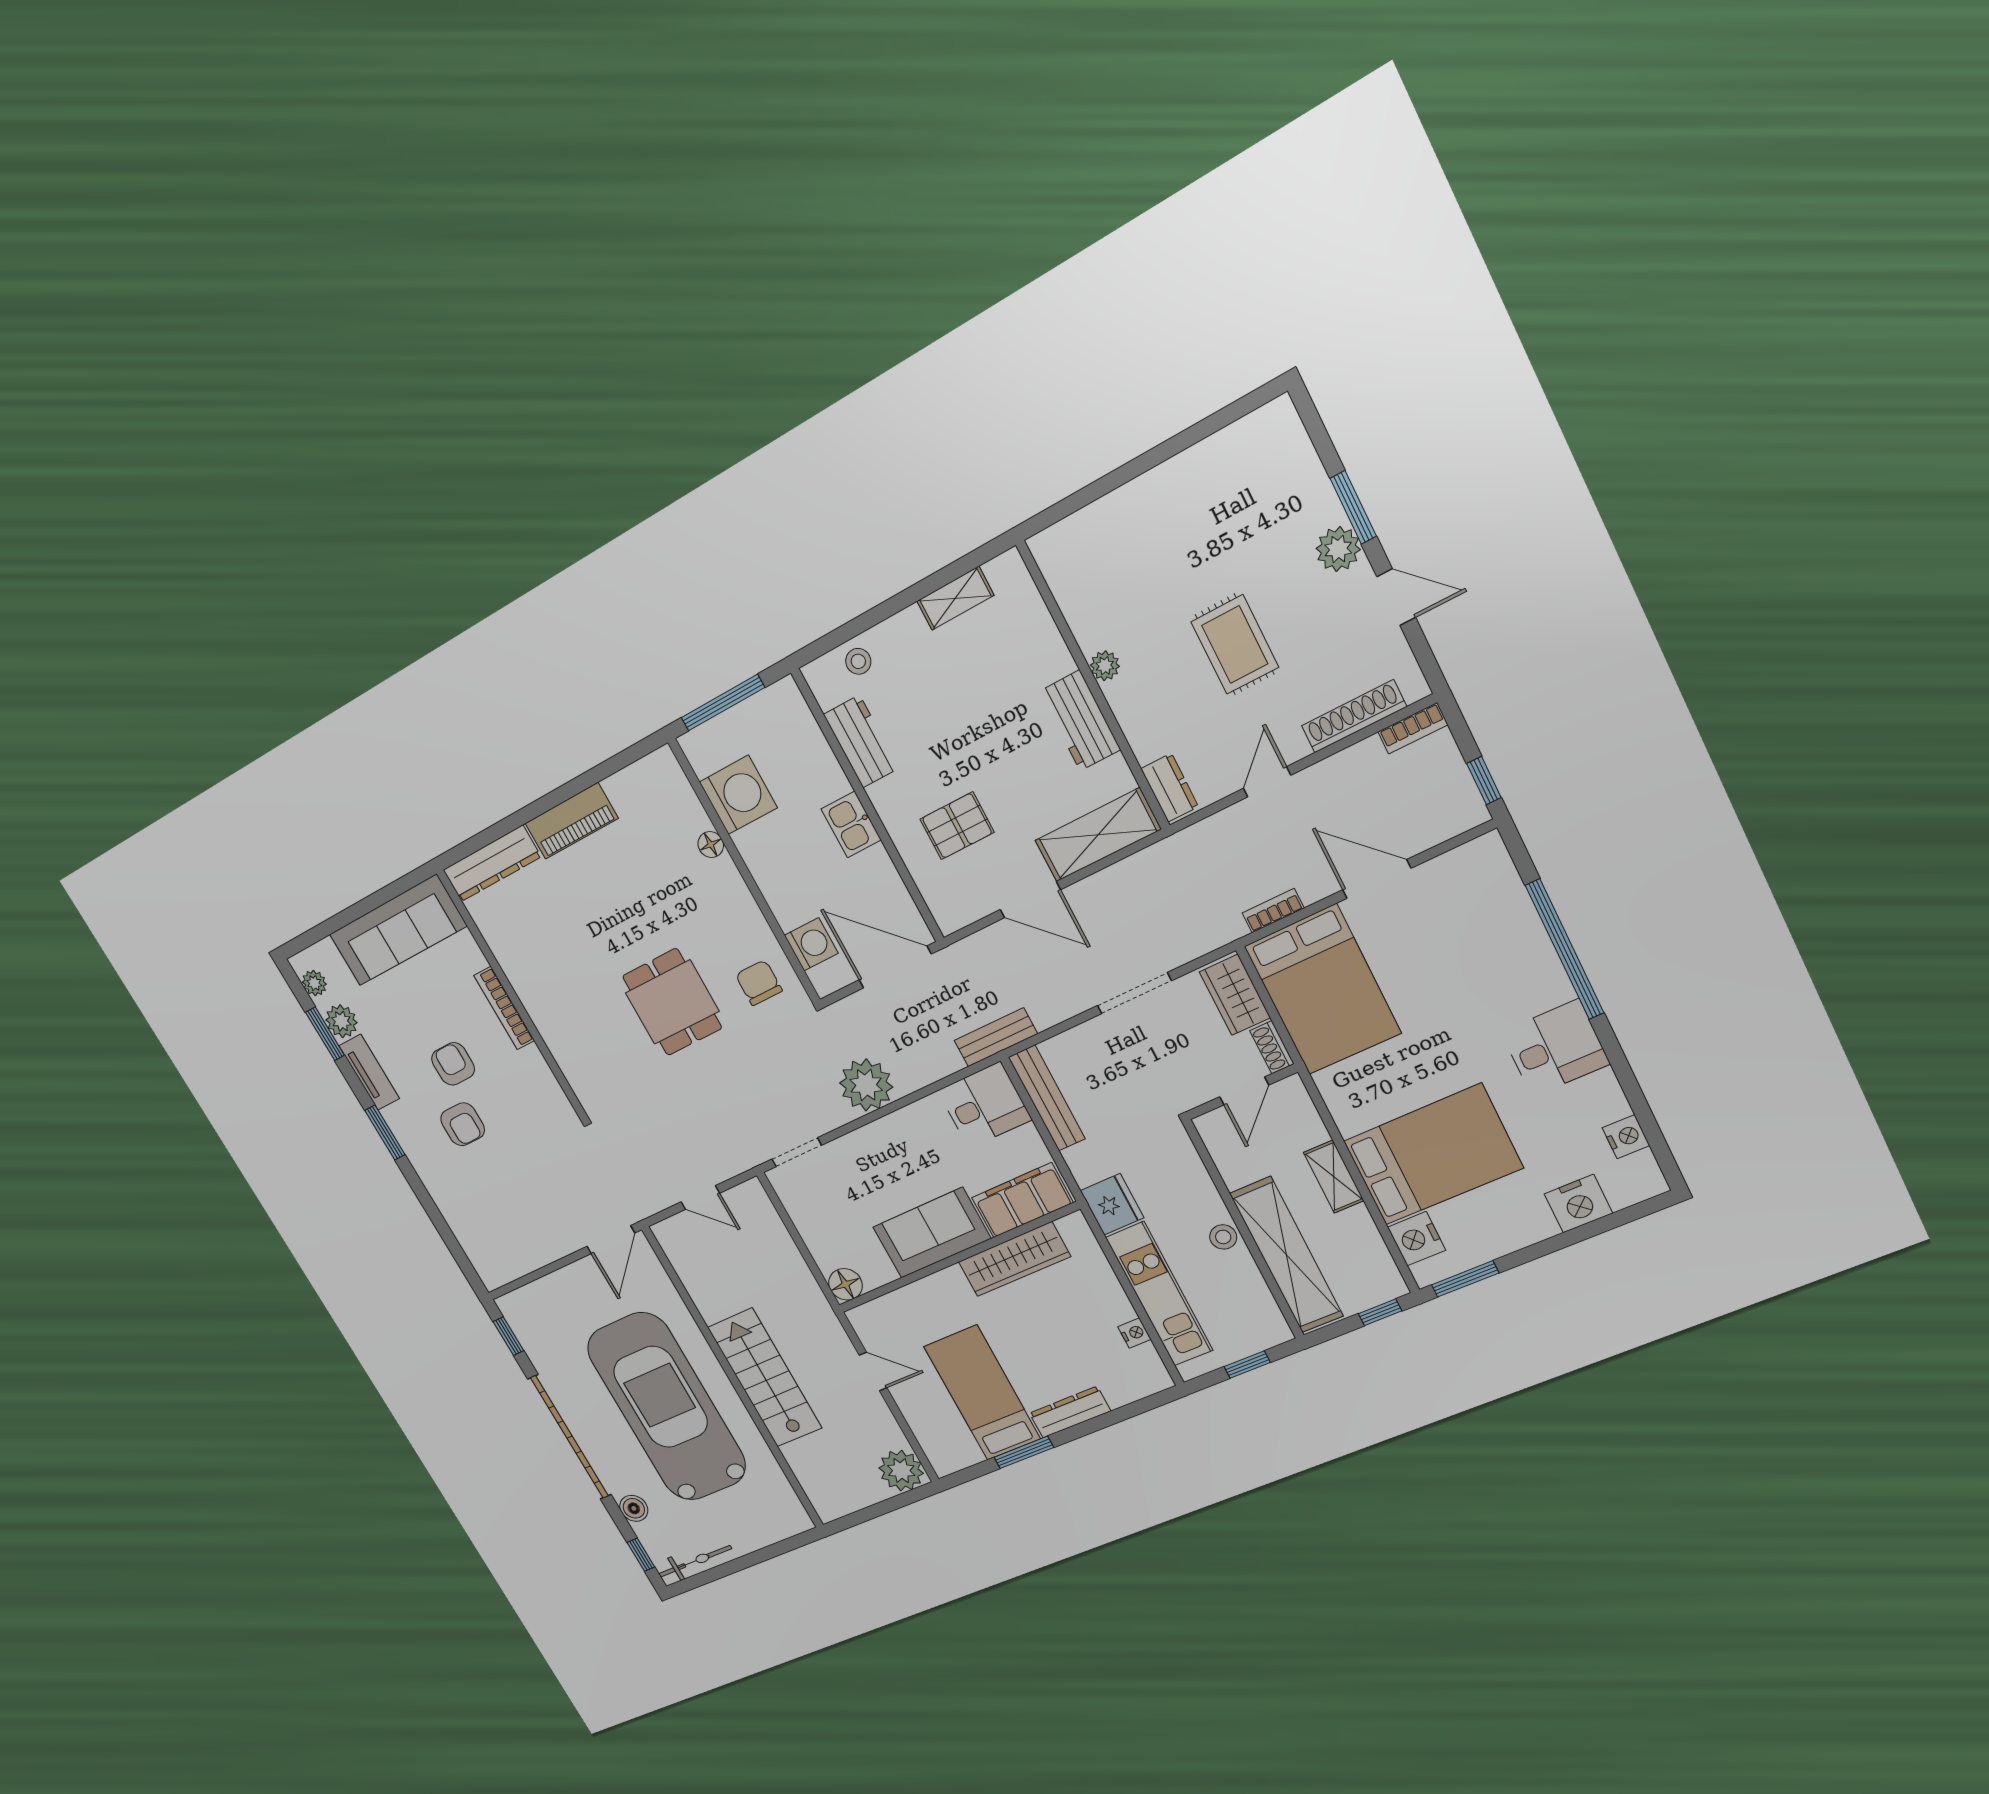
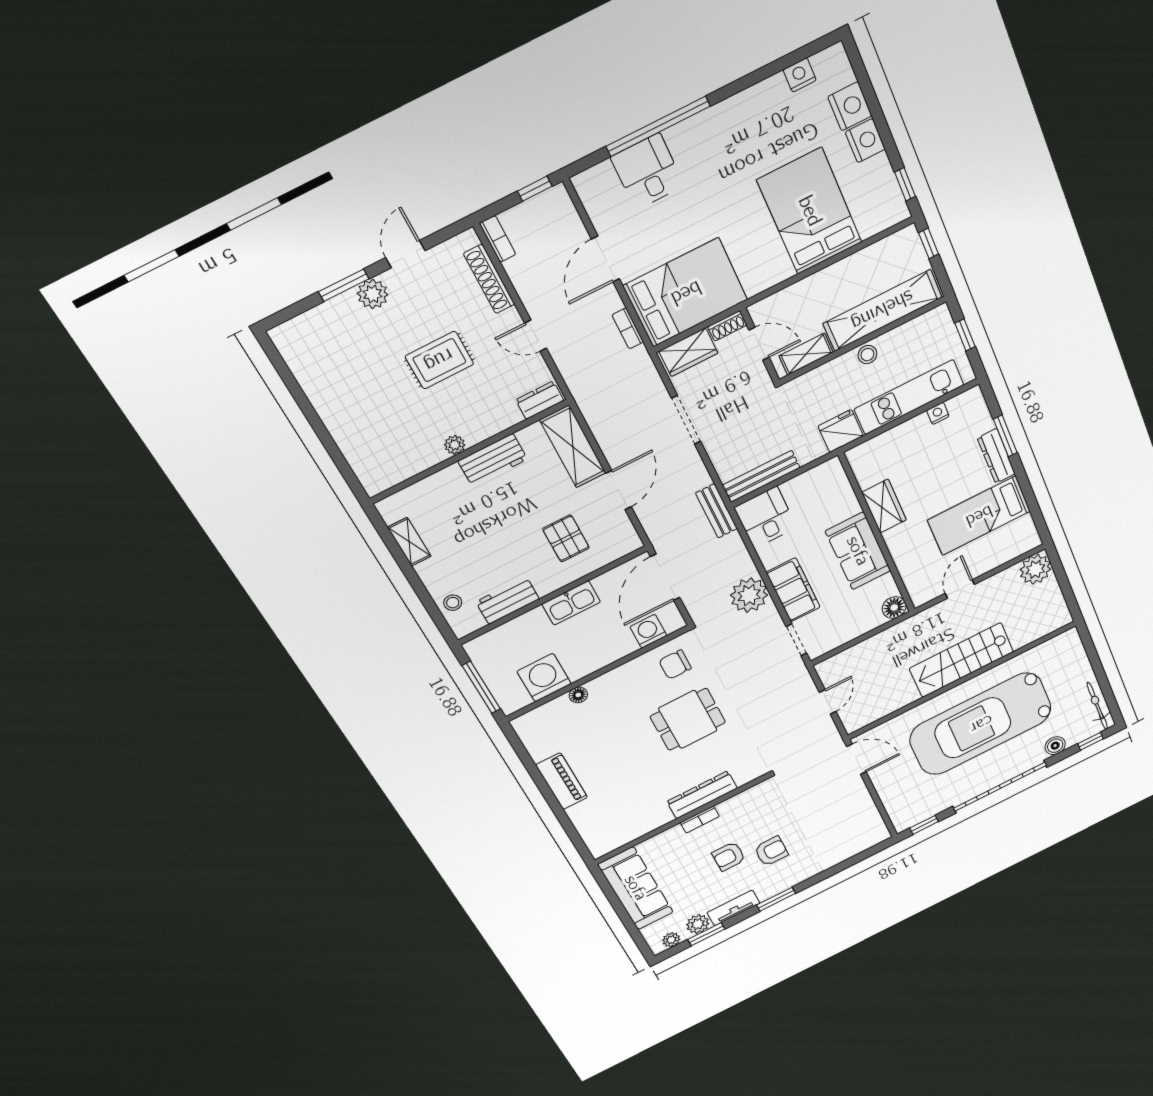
kitchen sink: (851, 824) -> (571, 603), width x1.38
dresser: (492, 863) -> (702, 795), moved, turned -90
bookcase: (504, 1008) -> (700, 820), width x0.64
desk: (1555, 1048) -> (647, 172), moved
shelving: (1334, 1177) -> (806, 354), moved
filing cabinet: (1022, 1200) -> (793, 590), moved, turned 180
nightstand: (1417, 1239) -> (865, 141), moved, turned -90
wardrobe: (1014, 1259) -> (884, 506), width x0.67
window: (1465, 1279) -> (905, 184), width x0.67
window: (1024, 1452) -> (1005, 436), moved

